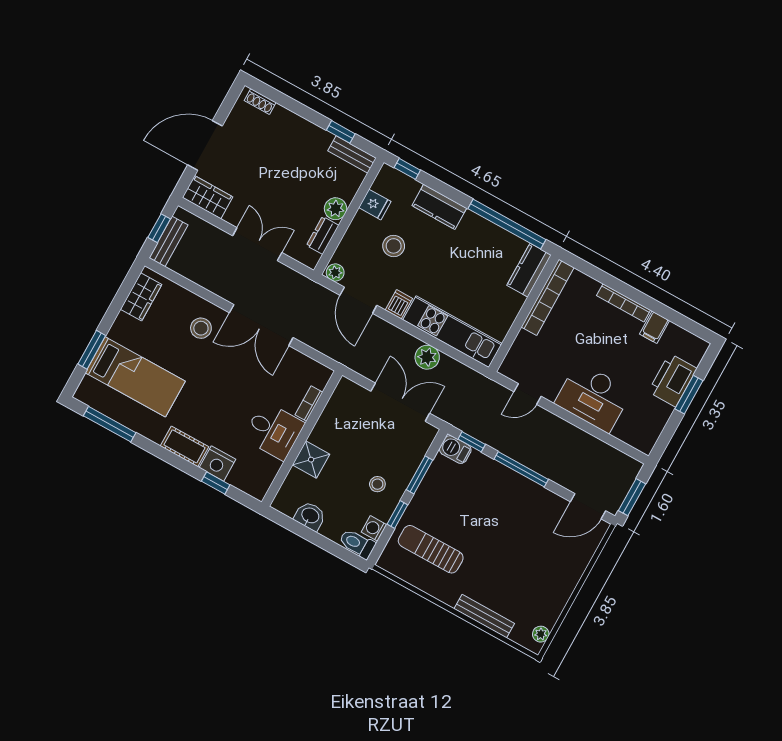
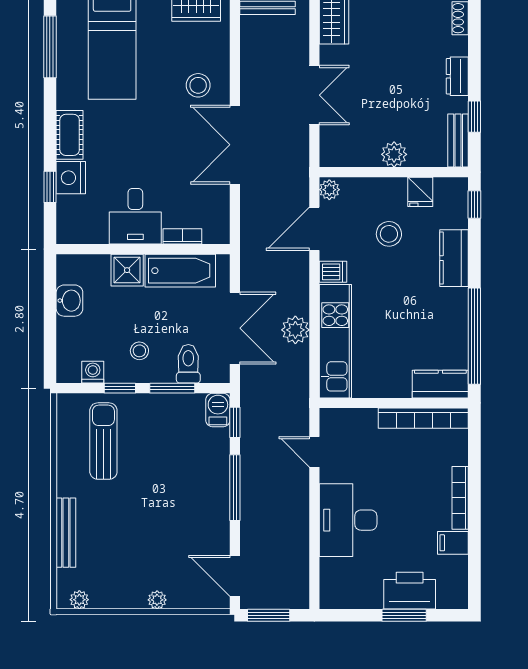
dresser: (323, 235) -> (457, 76), moved, turned -90
bathtub: (334, 420) -> (180, 271), added
toilet: (357, 544) -> (188, 364), moved
plant: (573, 575) -> (157, 600), added

